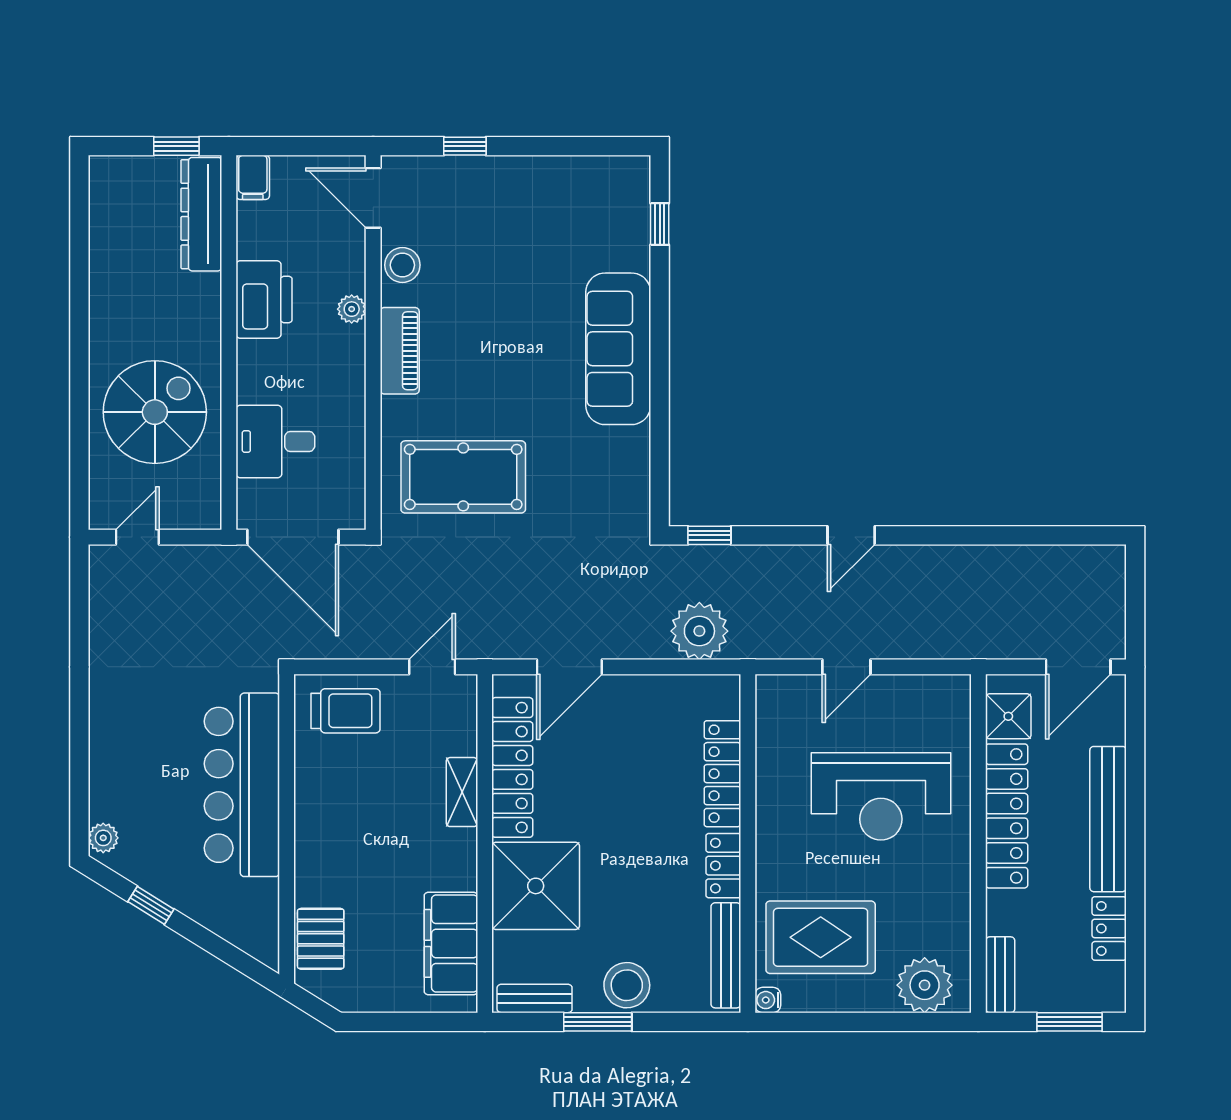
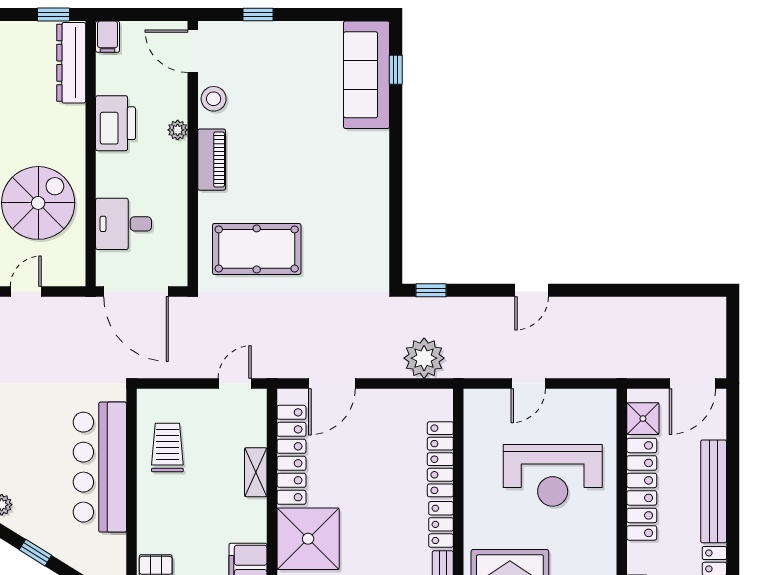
sofa: (618, 349) -> (367, 75), moved
trolley: (346, 711) -> (167, 448), moved, turned -90

